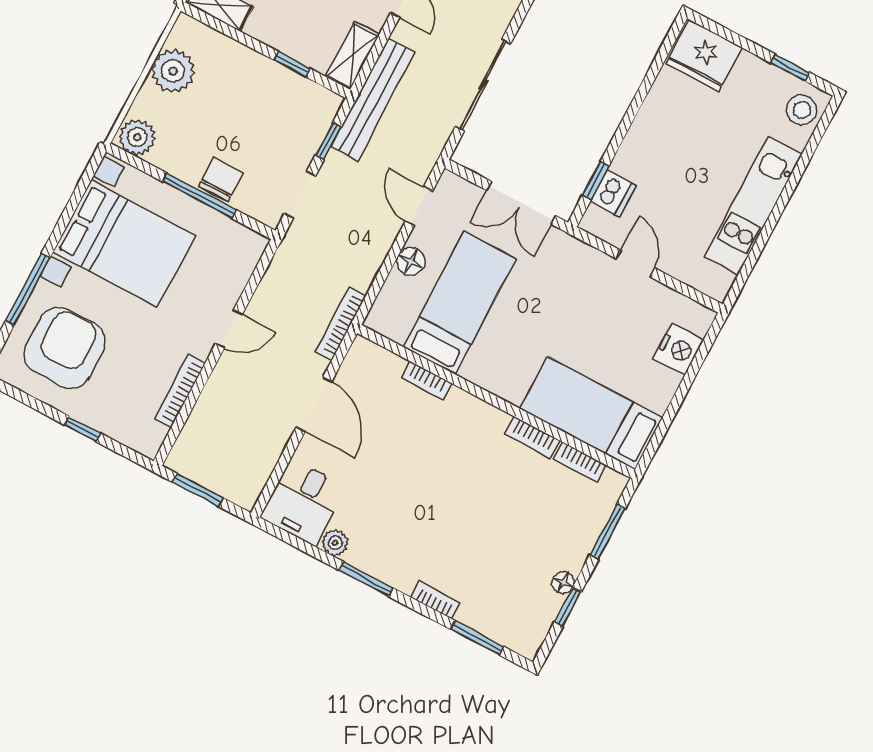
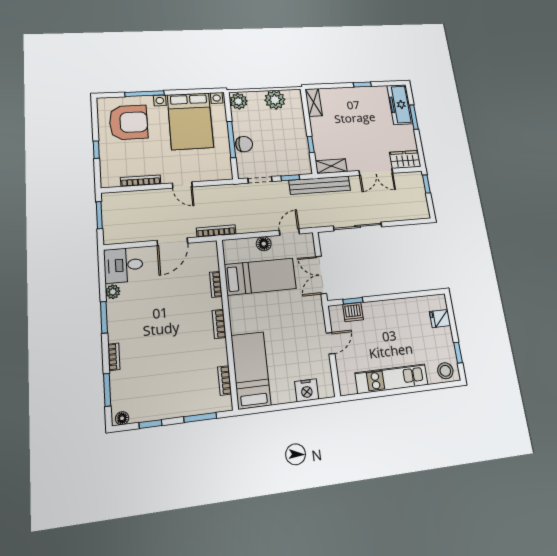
fridge: (704, 56) -> (440, 319), width x0.53, depth x0.75
bookcase: (532, 438) -> (219, 324), moved
floor lamp: (563, 583) -> (122, 418), moved

